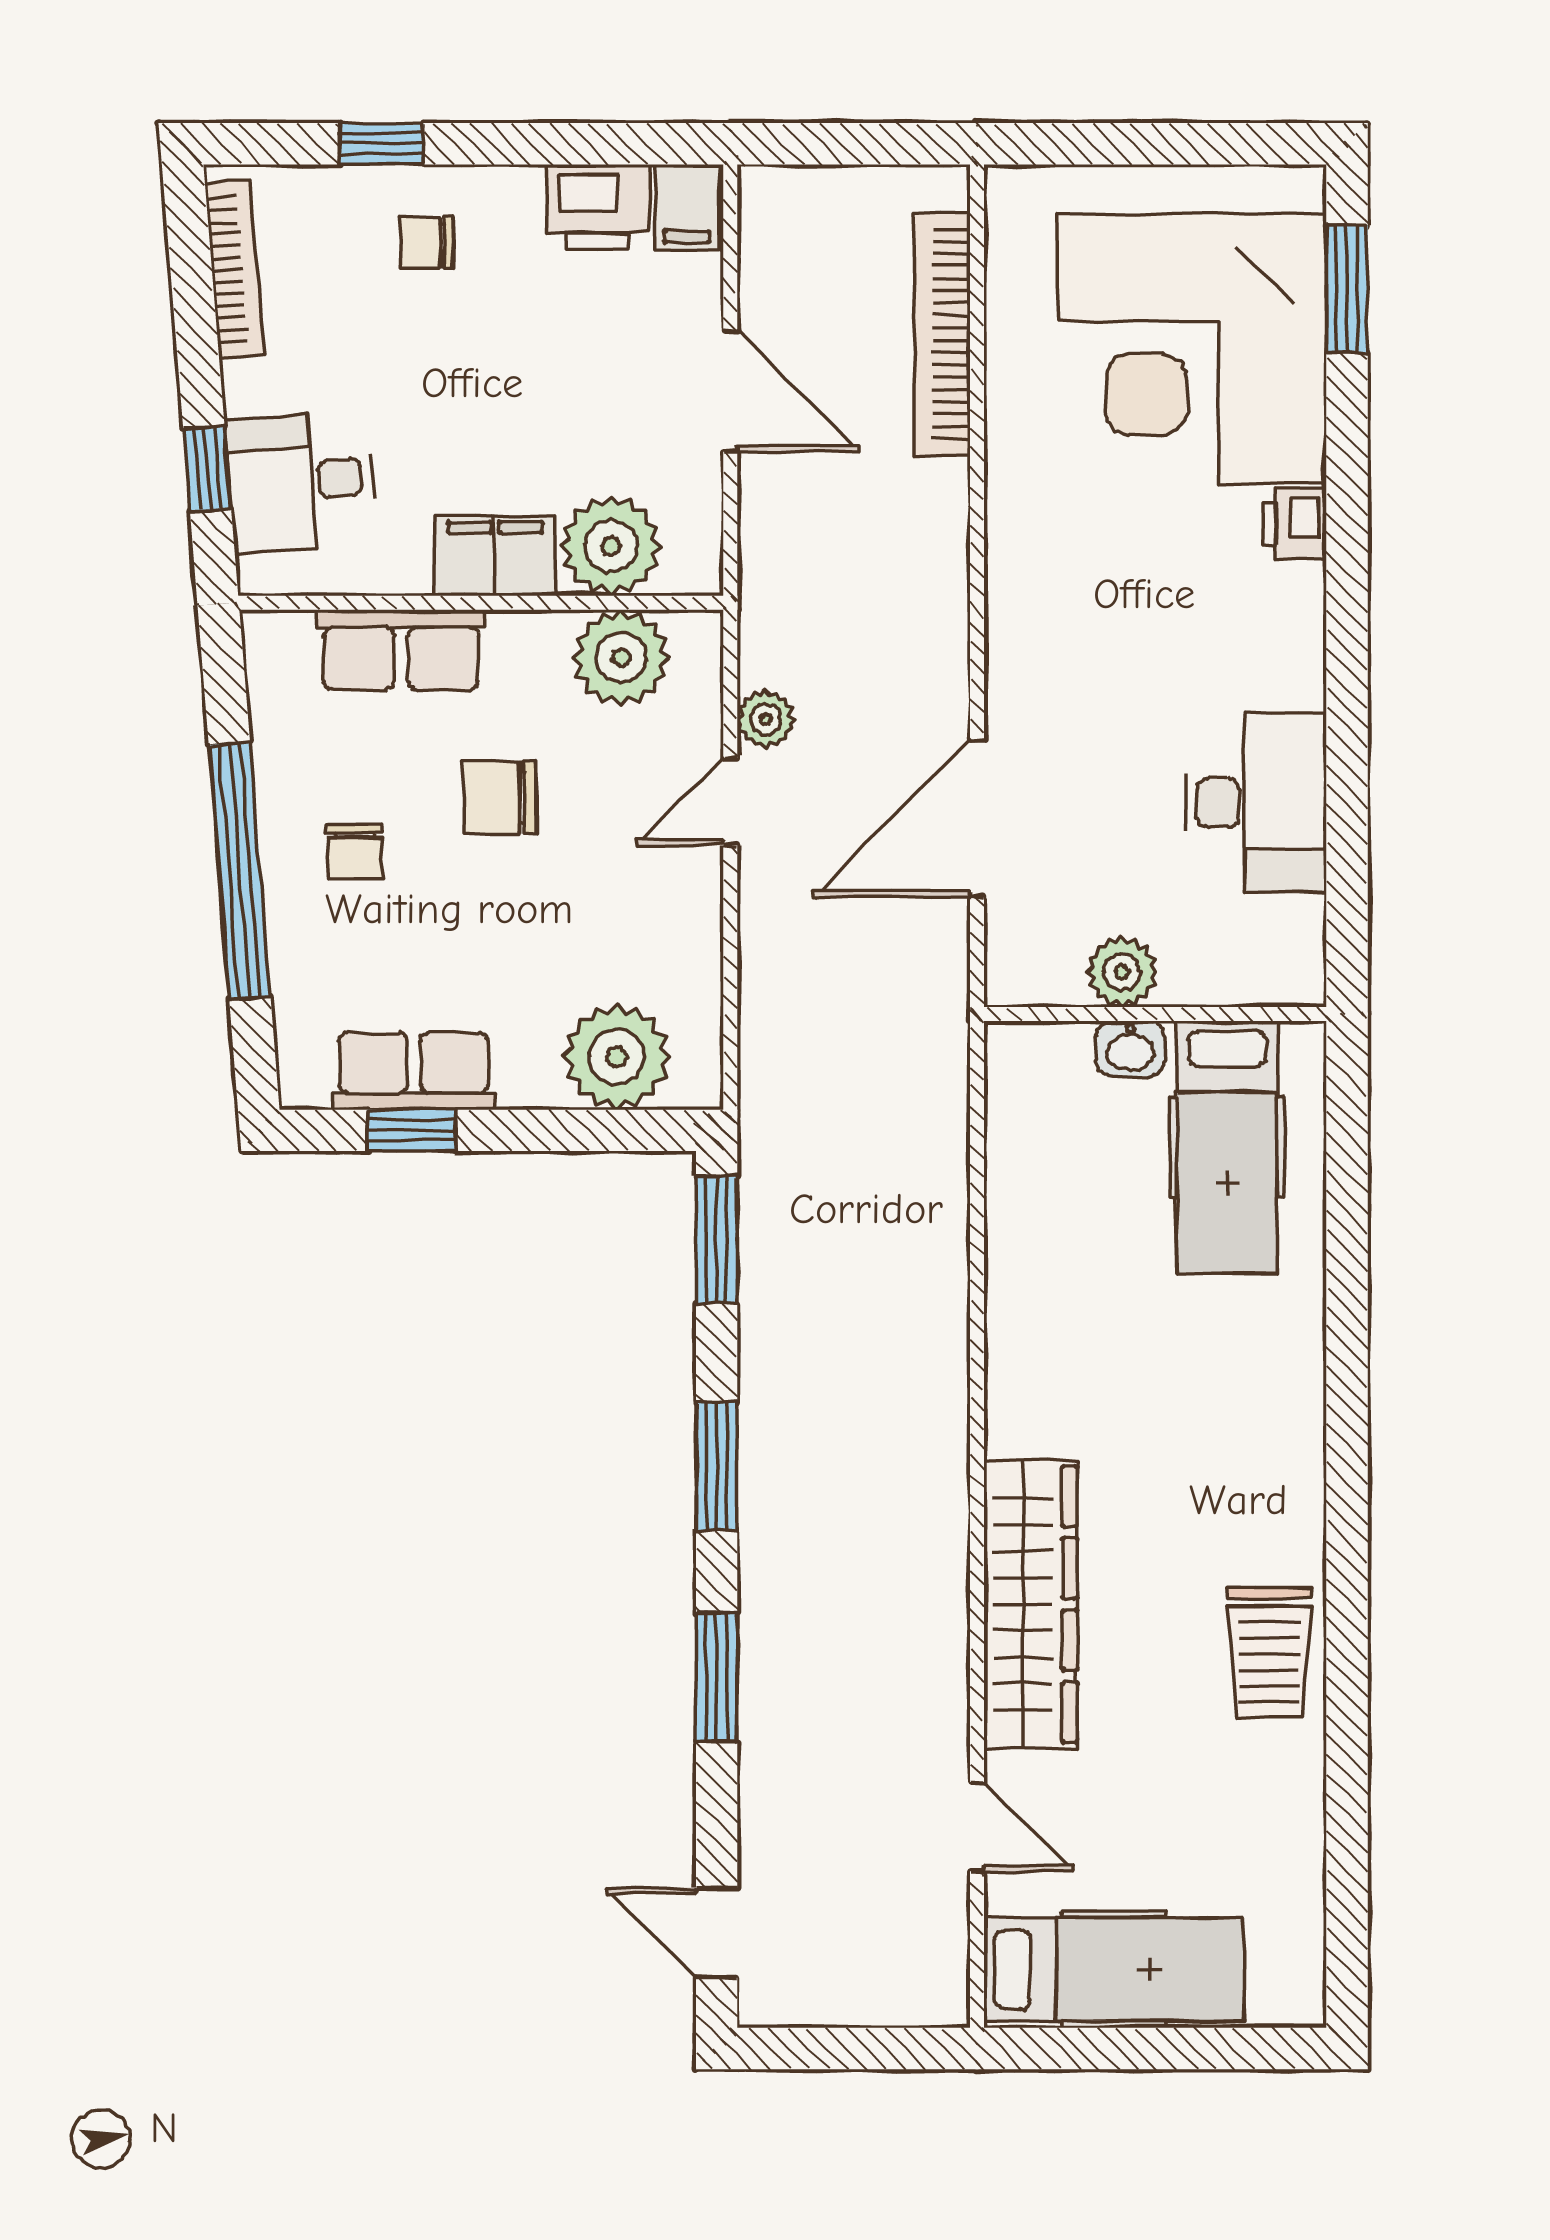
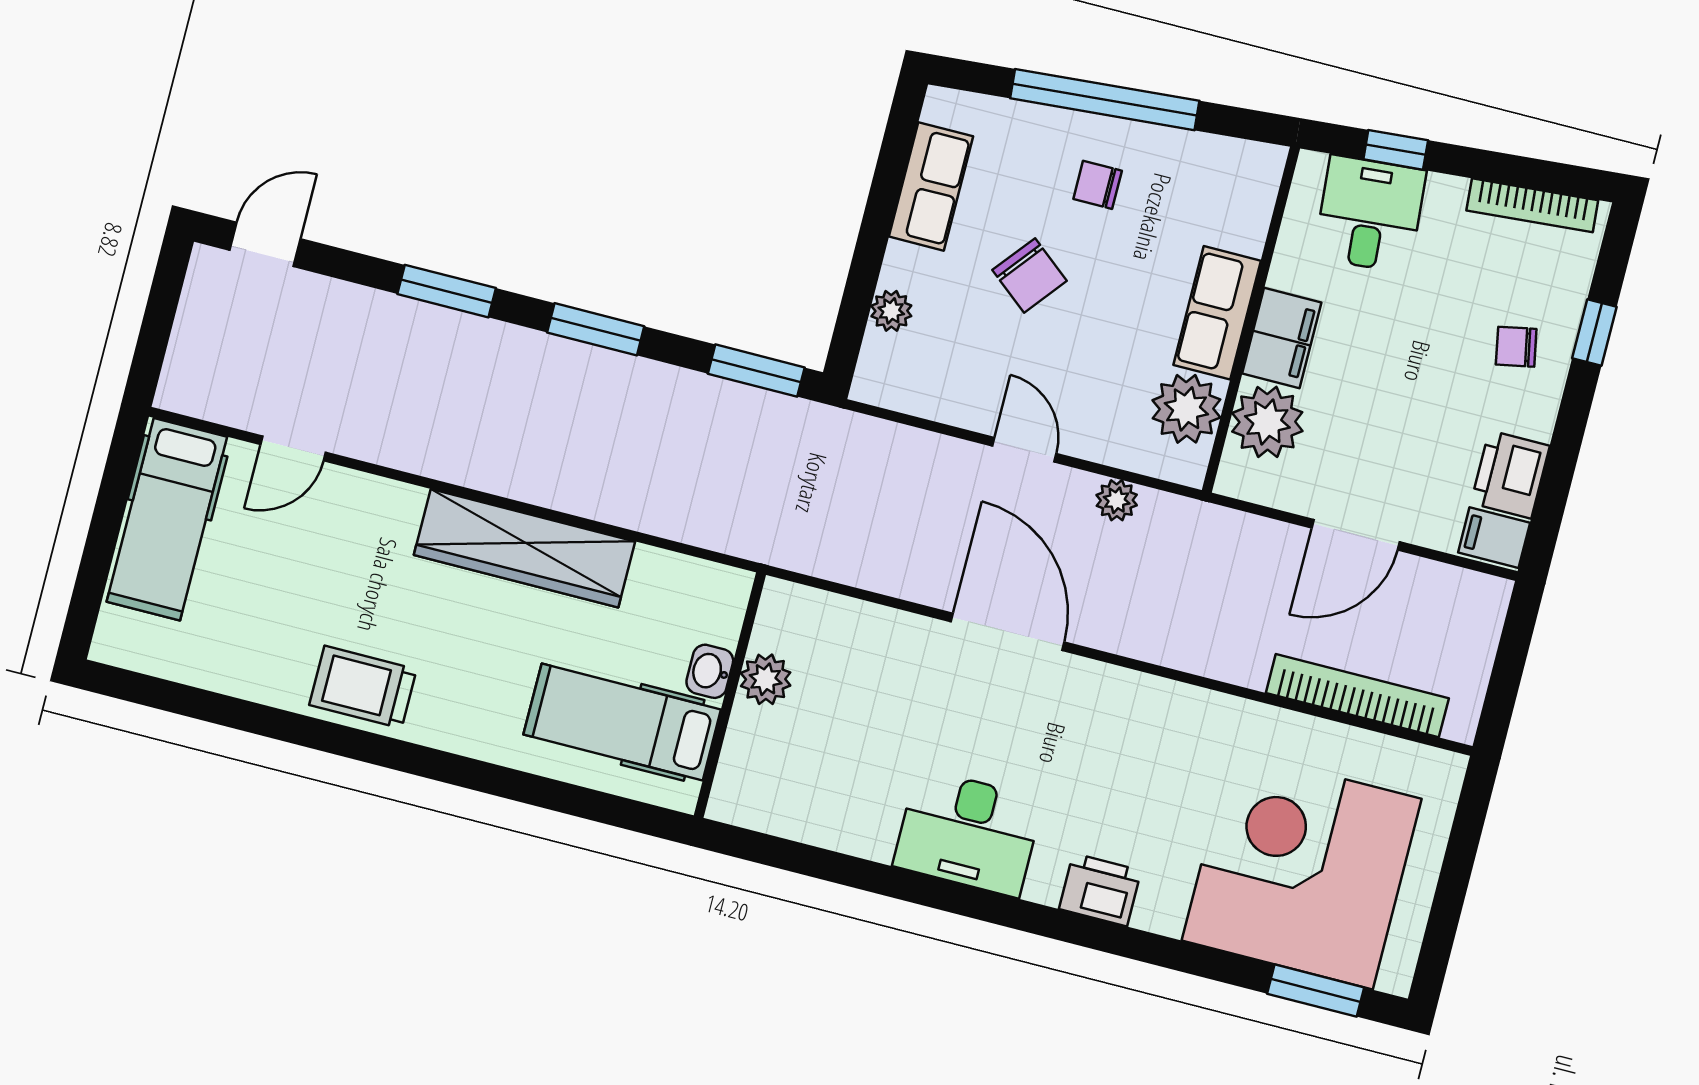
chair: (427, 242) -> (1516, 347), turned -101
printer: (1294, 524) -> (1100, 890), moved, width x1.36, depth x1.24
row of seats: (401, 650) -> (1217, 313), moved
chair: (500, 798) -> (1030, 275), moved, turned 129
door: (730, 802) -> (1024, 450), moved
plant: (1122, 972) -> (766, 679), moved
wall: (1155, 1014) -> (730, 695), moved
washbasin: (1130, 1048) -> (710, 671), moved
plant: (617, 1057) -> (891, 311), width x0.53, depth x0.53
window: (411, 1130) -> (889, 174), removed
hospital bed: (1227, 1147) -> (622, 722), moved
wardrobe: (1030, 1604) -> (524, 548), moved

